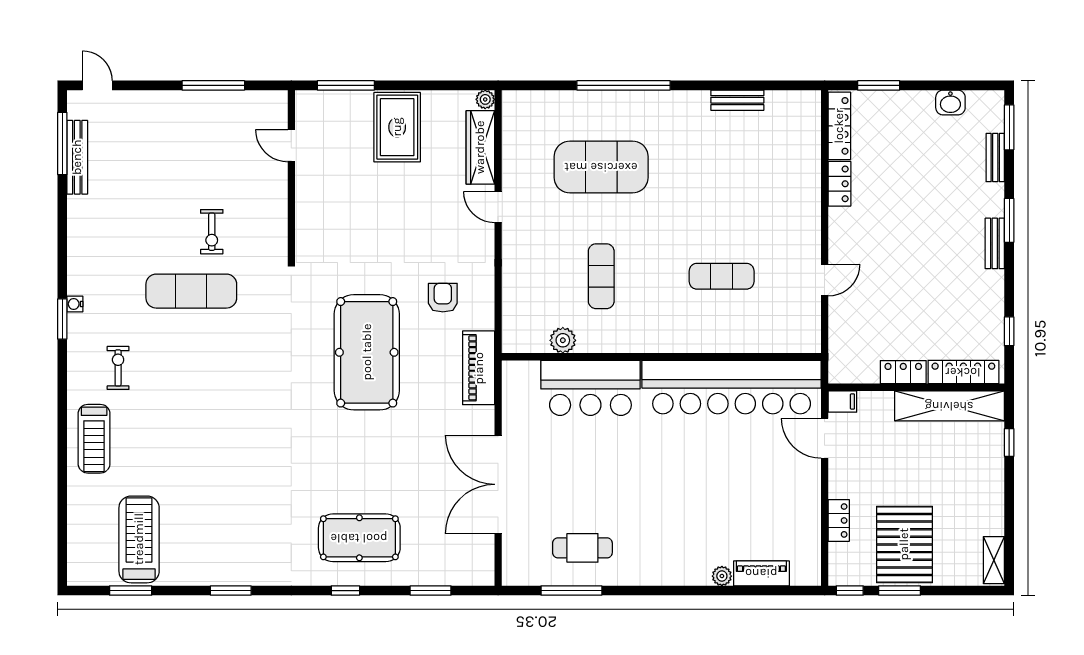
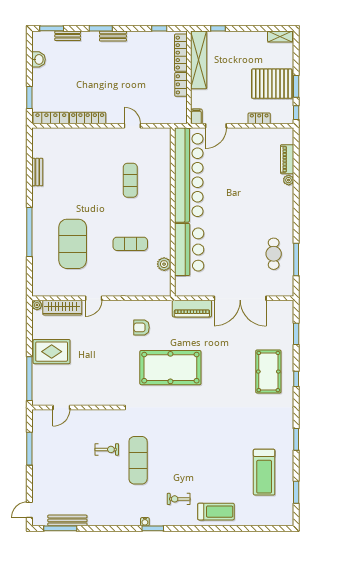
window: (346, 85) -> (29, 379), width x1.46
locker: (839, 184) -> (88, 118), width x1.53
piano: (479, 368) -> (192, 309), moved
treadmill: (139, 539) -> (264, 472), moved, turned -90

